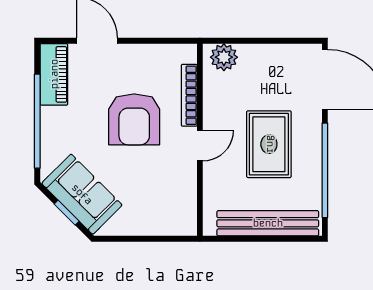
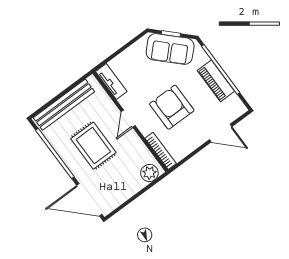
piano: (54, 74) -> (216, 81), moved
bookcase: (189, 95) -> (161, 151), moved
tv unit: (187, 208) -> (111, 81), added

